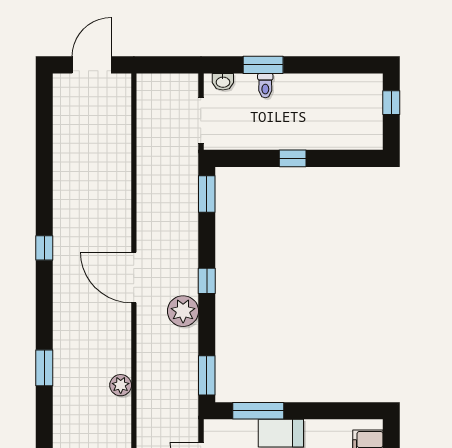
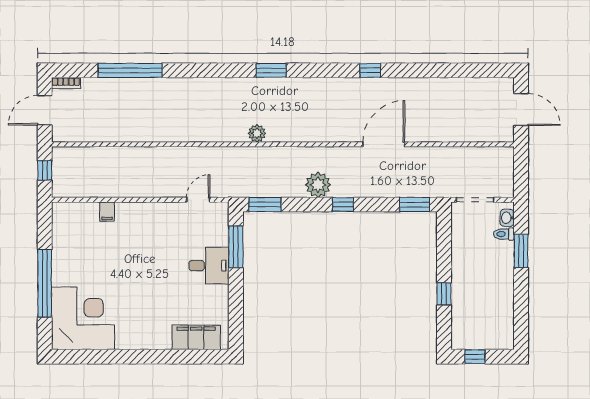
toilet: (265, 86) -> (504, 234), moved
window: (391, 103) -> (475, 357), moved
window: (293, 158) -> (444, 294), moved
door: (134, 277) -> (384, 144), moved

